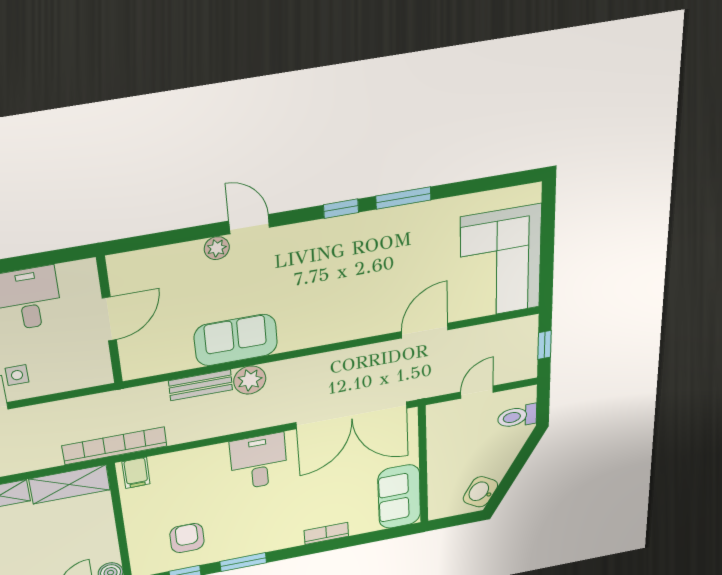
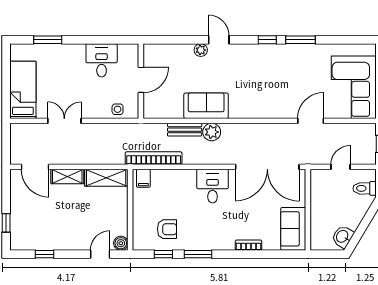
side table: (17, 375) -> (118, 109), moved
bookcase: (115, 446) -> (154, 158), moved
armchair: (187, 538) -> (167, 229), turned 90

